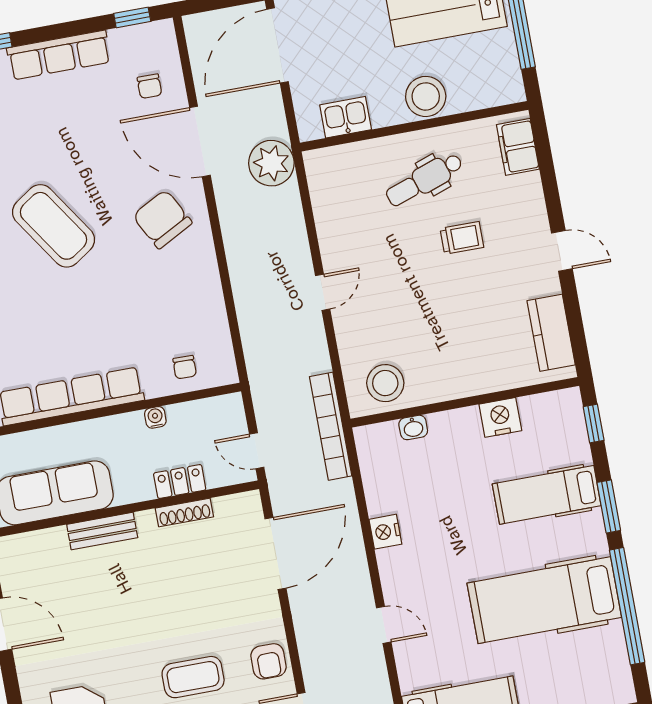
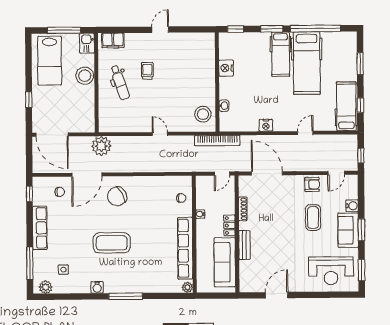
kitchen sink: (346, 117) -> (87, 43), moved
coffee table: (54, 226) -> (112, 243), turned 34
kitchen counter: (551, 333) -> (194, 40), removed
locker: (180, 481) -> (229, 225), moved
hospital bed: (547, 495) -> (281, 54), moved

